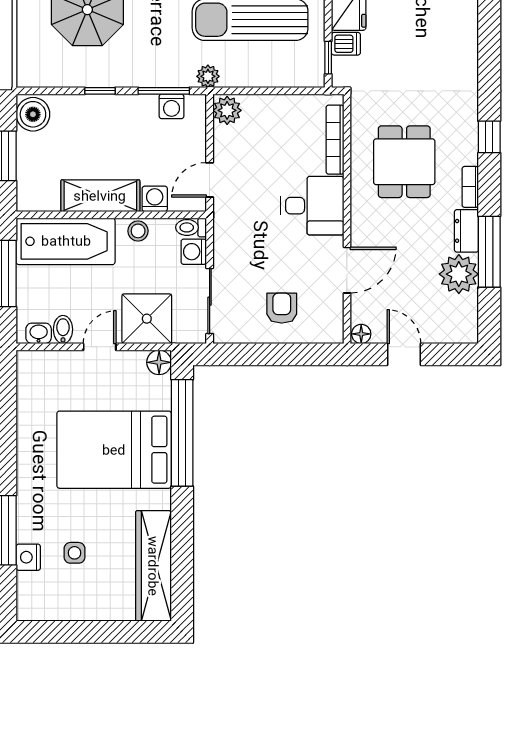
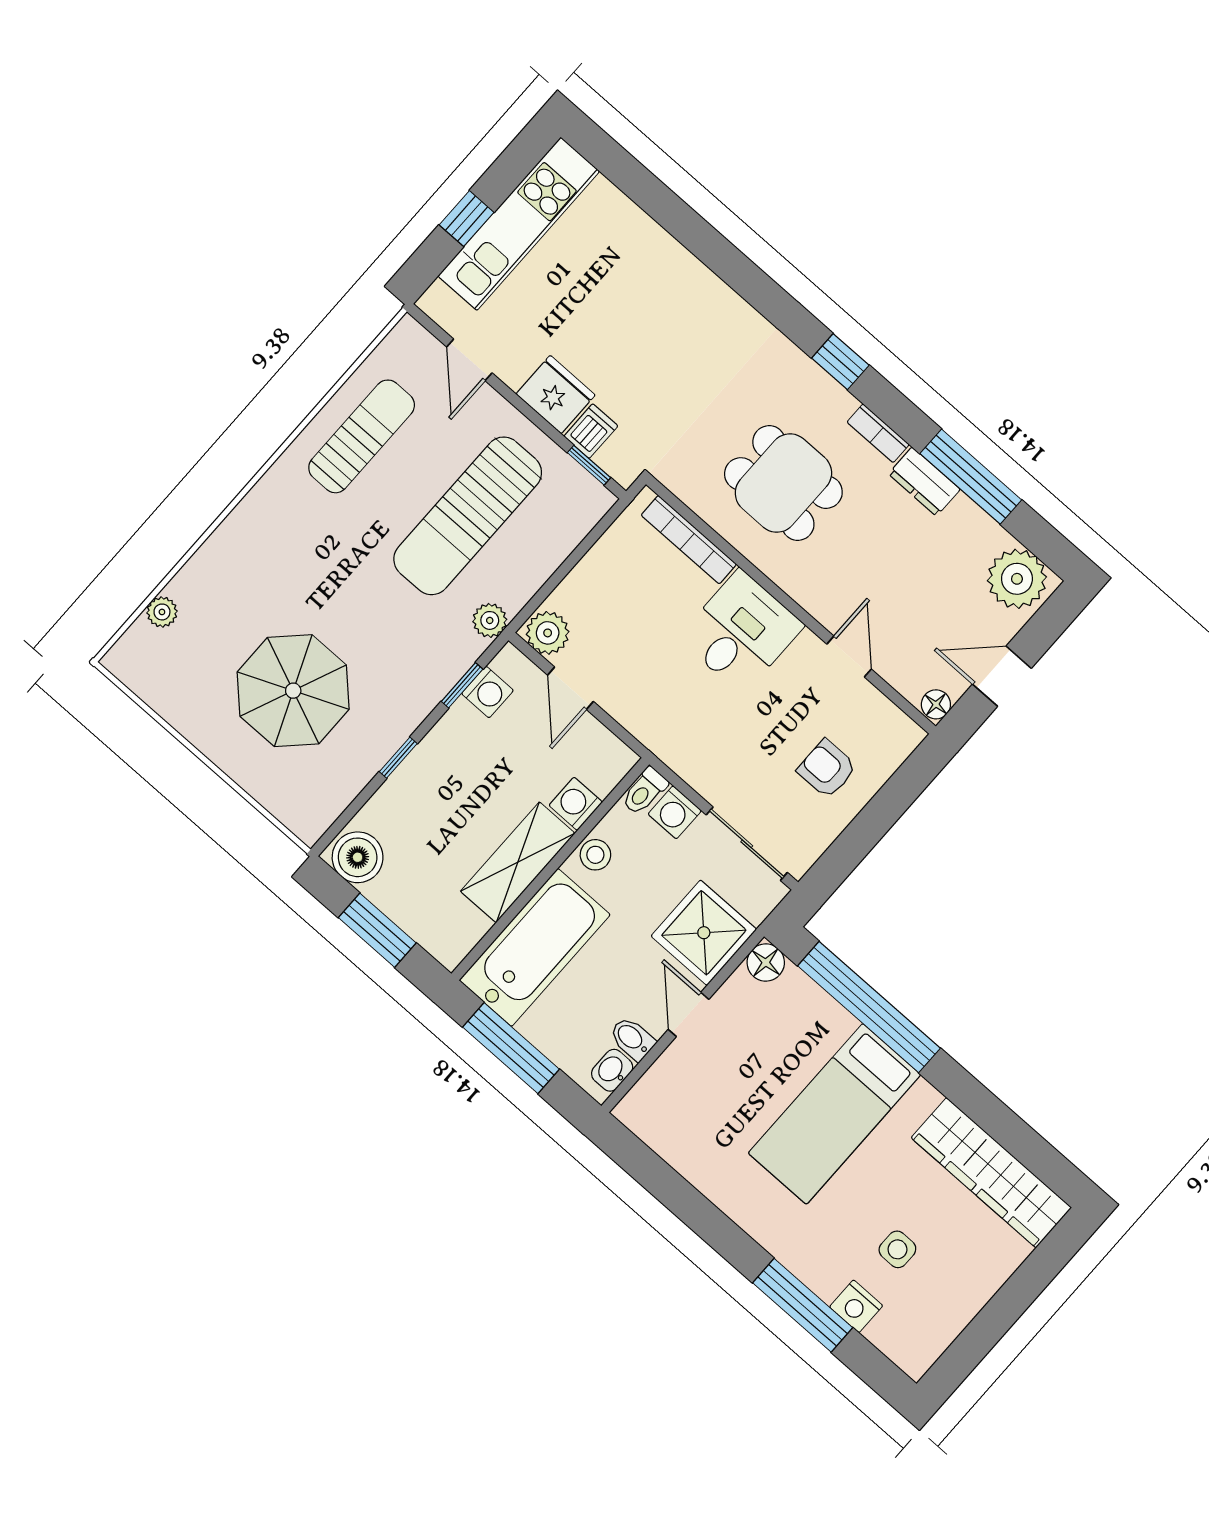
window: (164, 91) -> (462, 685), width x0.67
door: (210, 180) -> (570, 688), moved
door: (347, 270) -> (849, 657), width x0.73
plant: (459, 274) -> (1017, 579), moved
bed: (114, 450) -> (835, 1114), width x0.67

